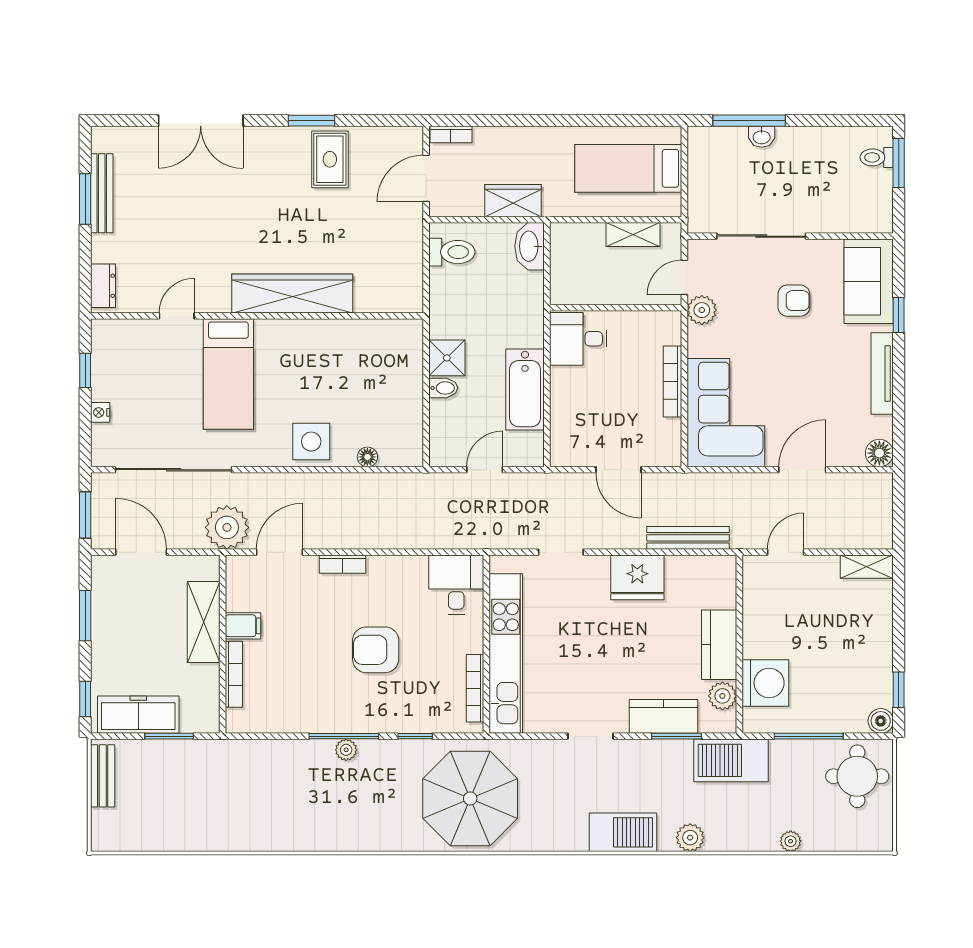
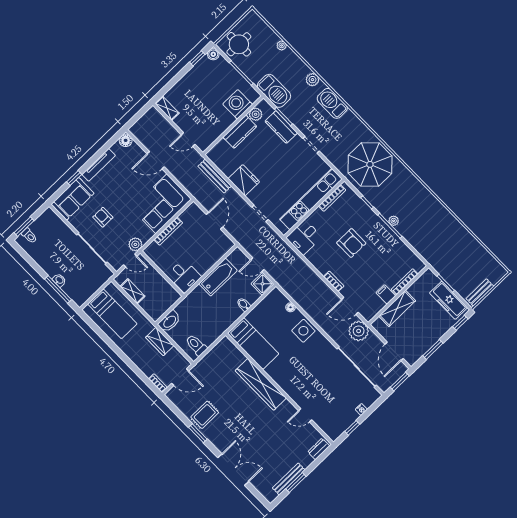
shower: (447, 358) -> (262, 284), moved
bed: (228, 374) -> (253, 343), moved, turned 90

